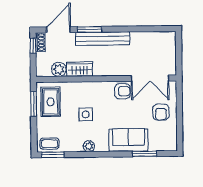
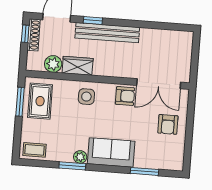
window: (89, 29) -> (93, 20), width x0.67
shoe rack: (40, 42) -> (34, 35), width x1.43
side table: (86, 114) -> (86, 97), moved
sofa: (128, 140) -> (111, 152), moved
window: (53, 155) -> (72, 166), moved

